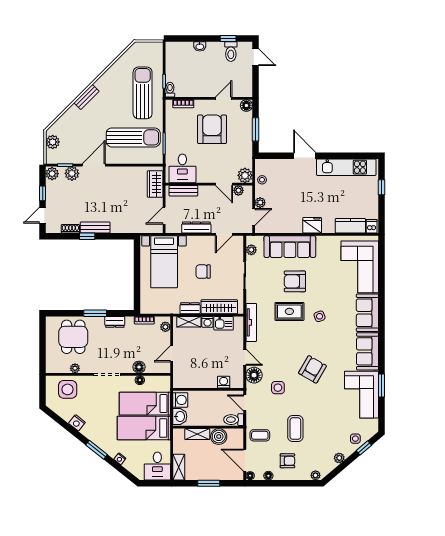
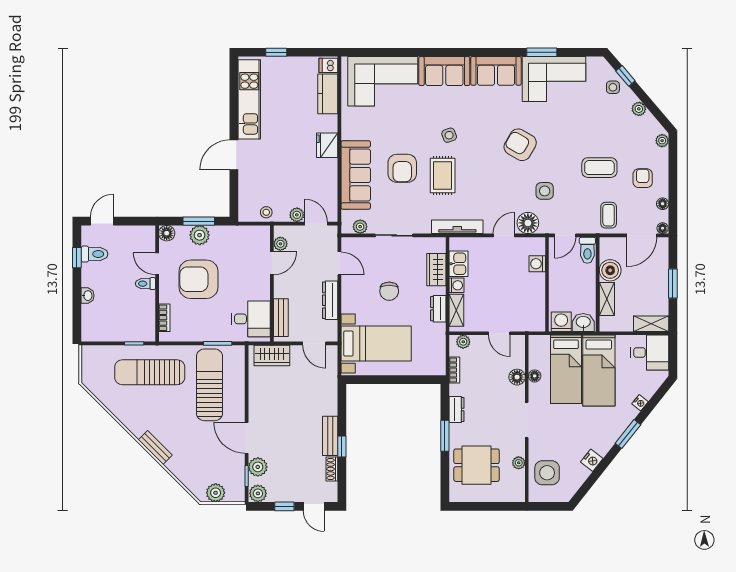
toilet: (170, 90) -> (145, 284), moved
plant: (245, 175) -> (200, 235), moved
wardrobe: (219, 307) -> (436, 270), width x0.67

